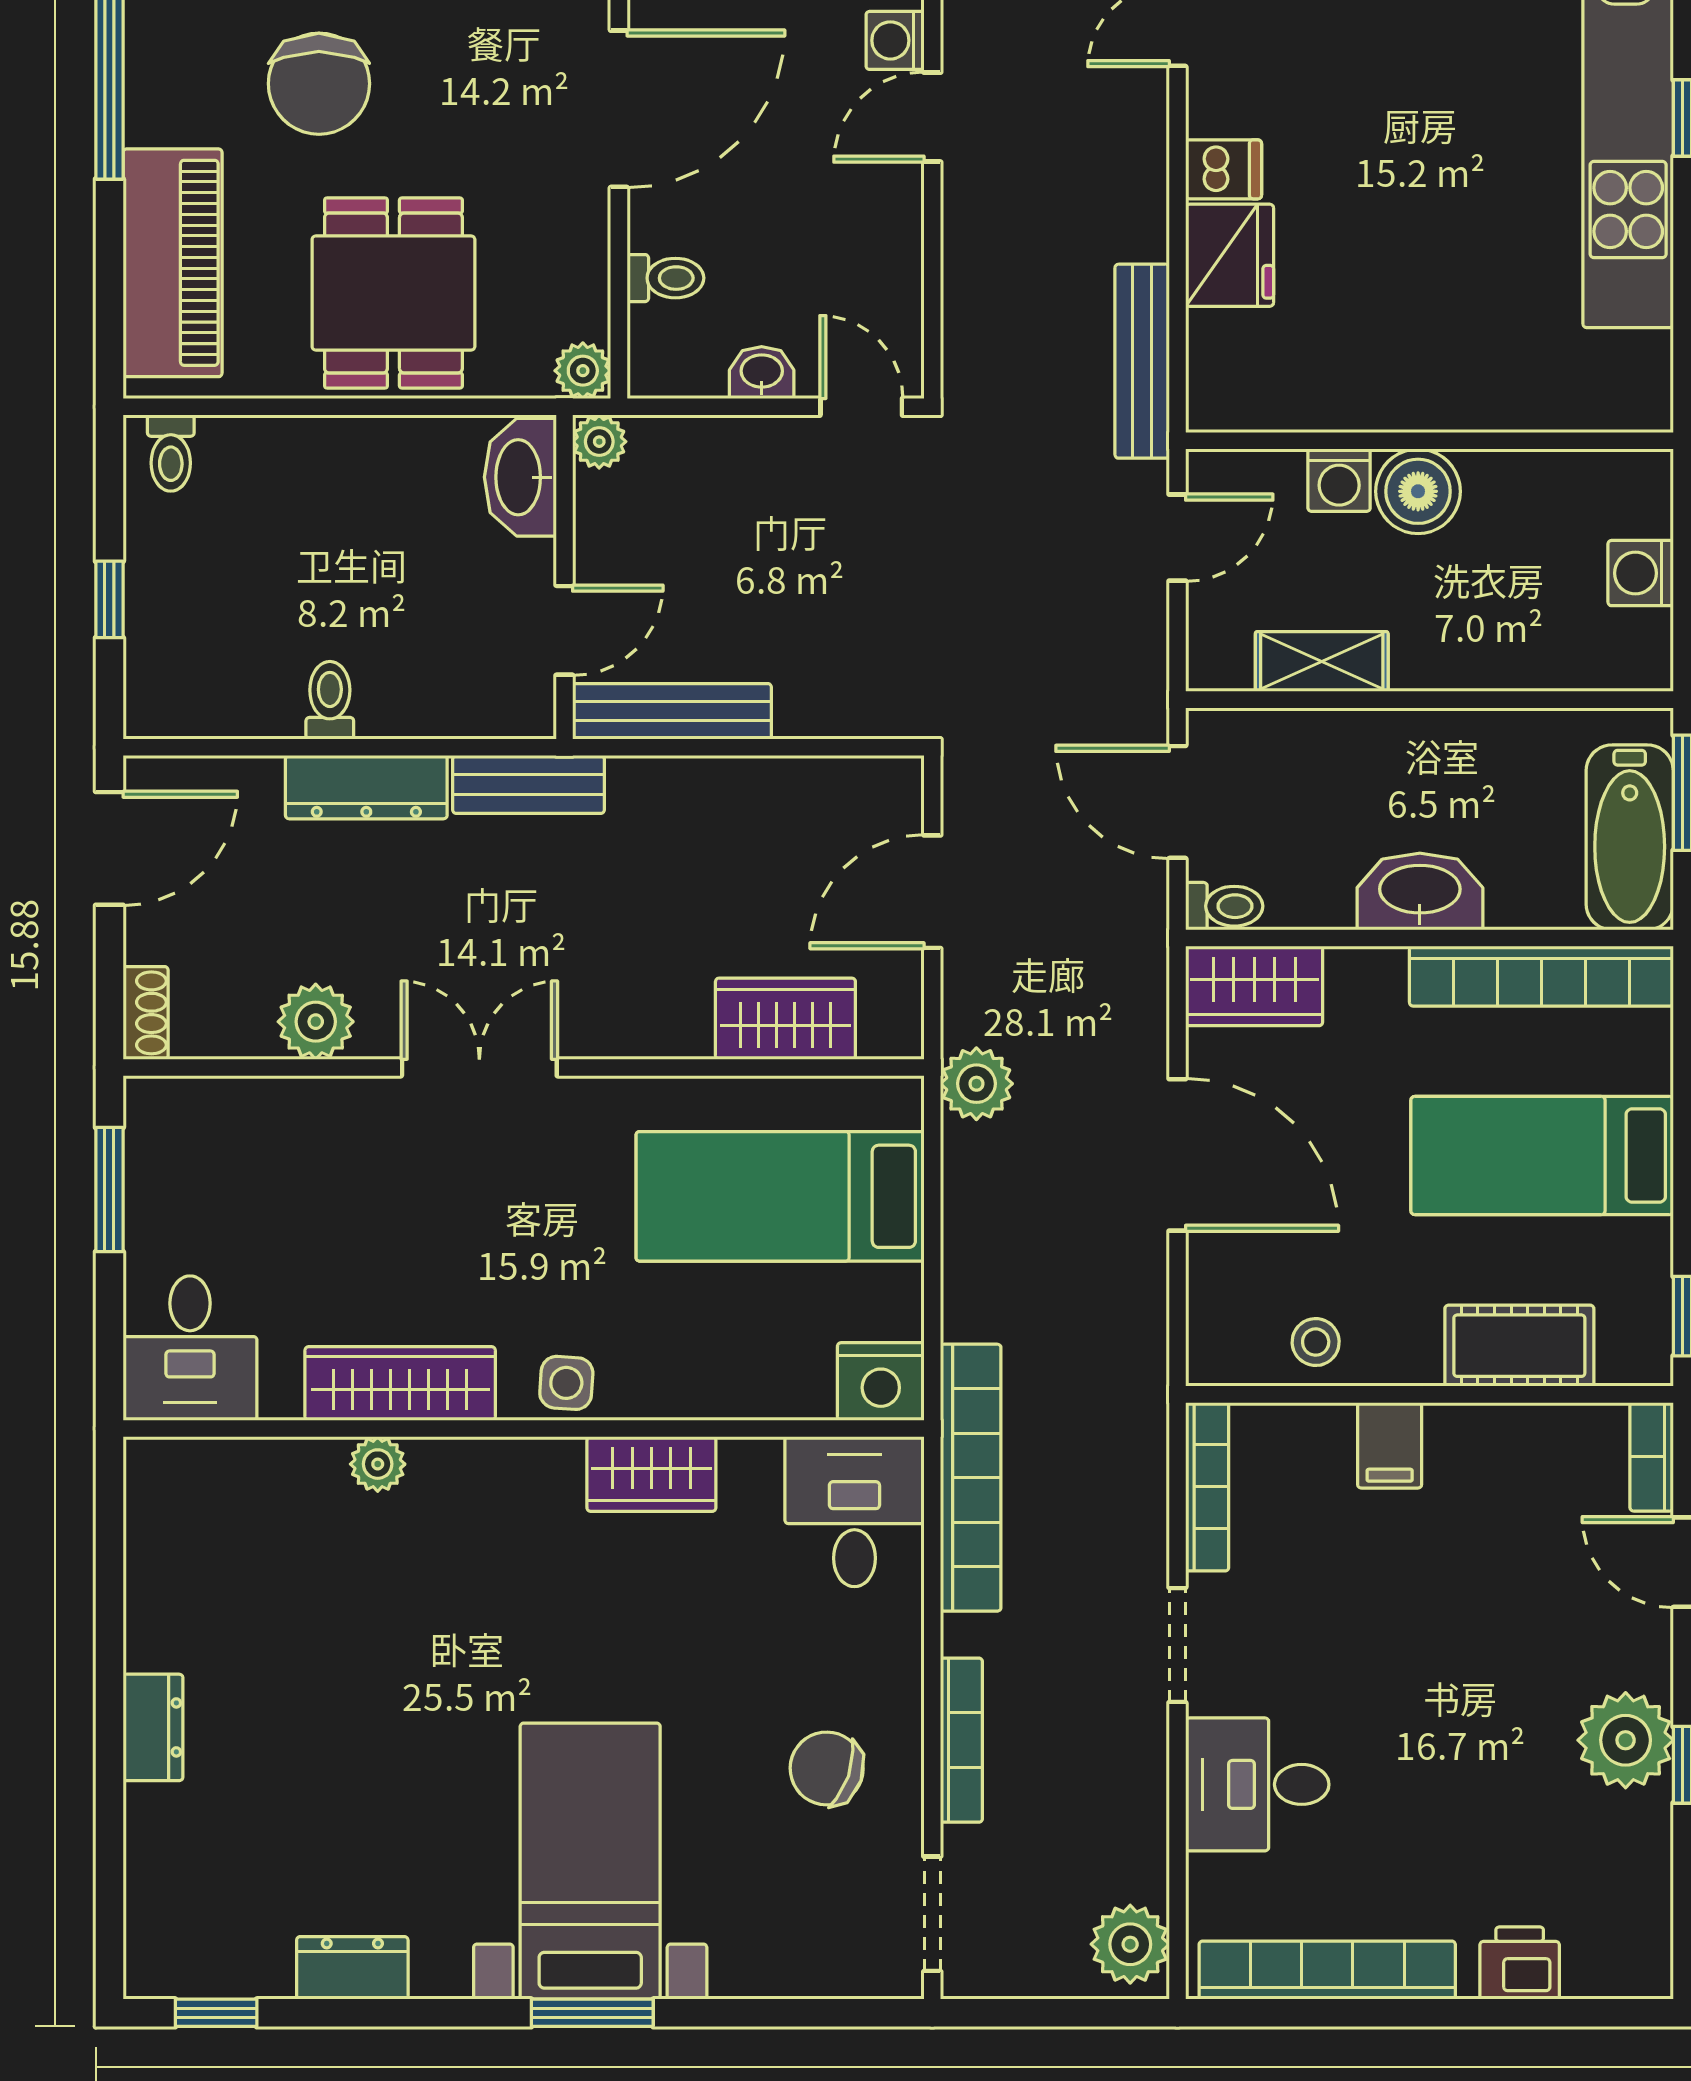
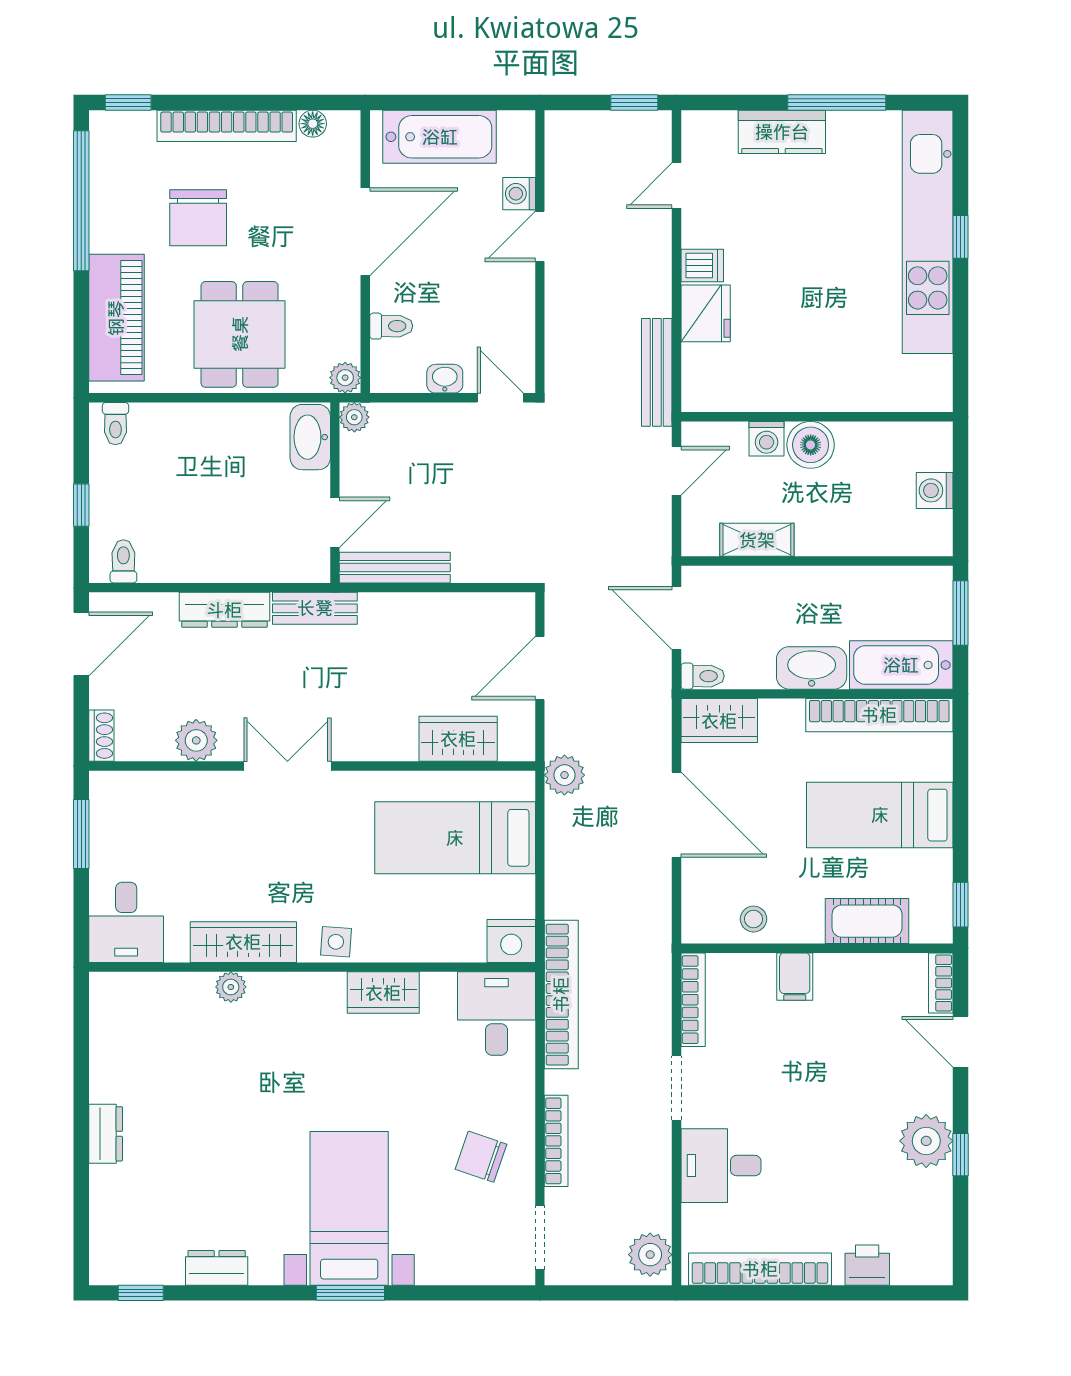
toilet: (330, 700) -> (123, 561), moved
bathtub: (1630, 837) -> (901, 665), moved, turned 90

